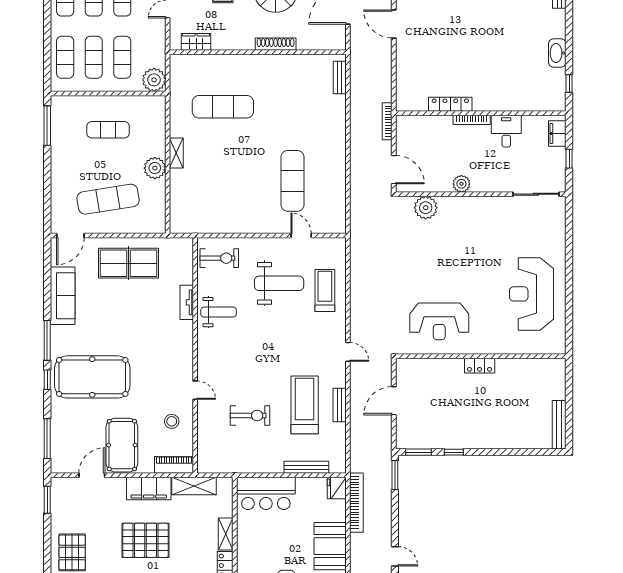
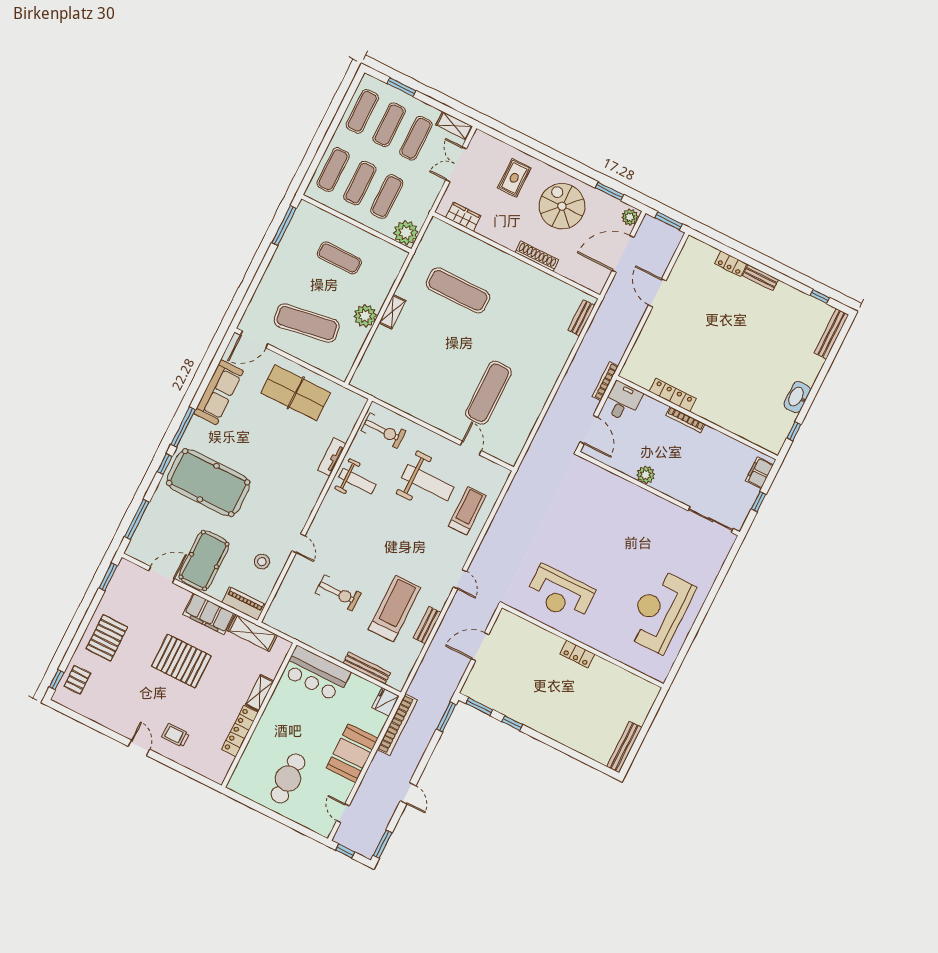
desk: (506, 131) -> (622, 401), moved
plant: (426, 208) -> (601, 480), removed

